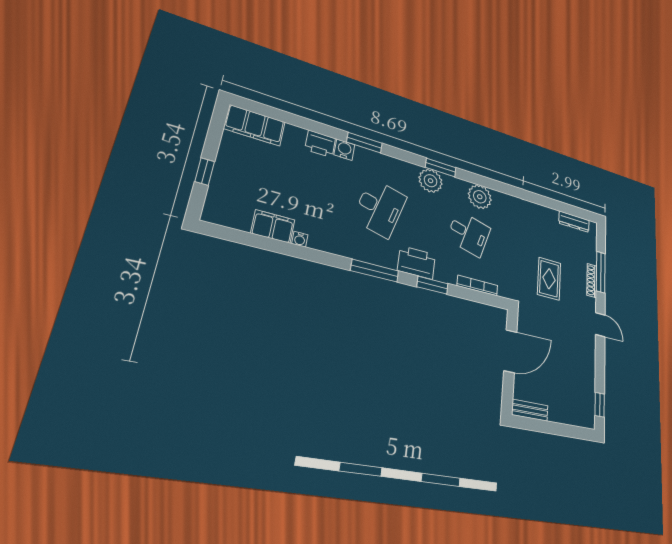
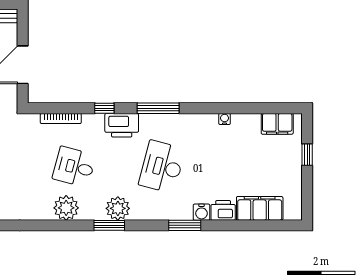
filing cabinet: (255, 125) -> (260, 208), moved
filing cabinet: (273, 227) -> (277, 124), moved
window: (432, 285) -> (104, 108), width x0.67

